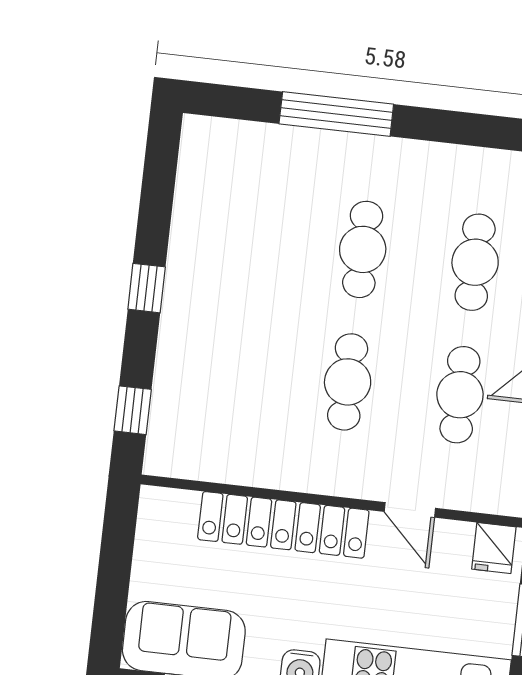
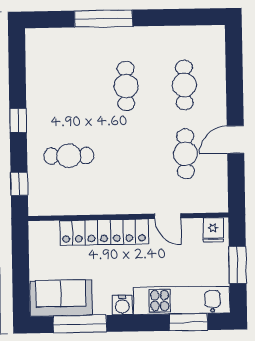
cafe table: (348, 382) -> (69, 156), moved, turned 90

